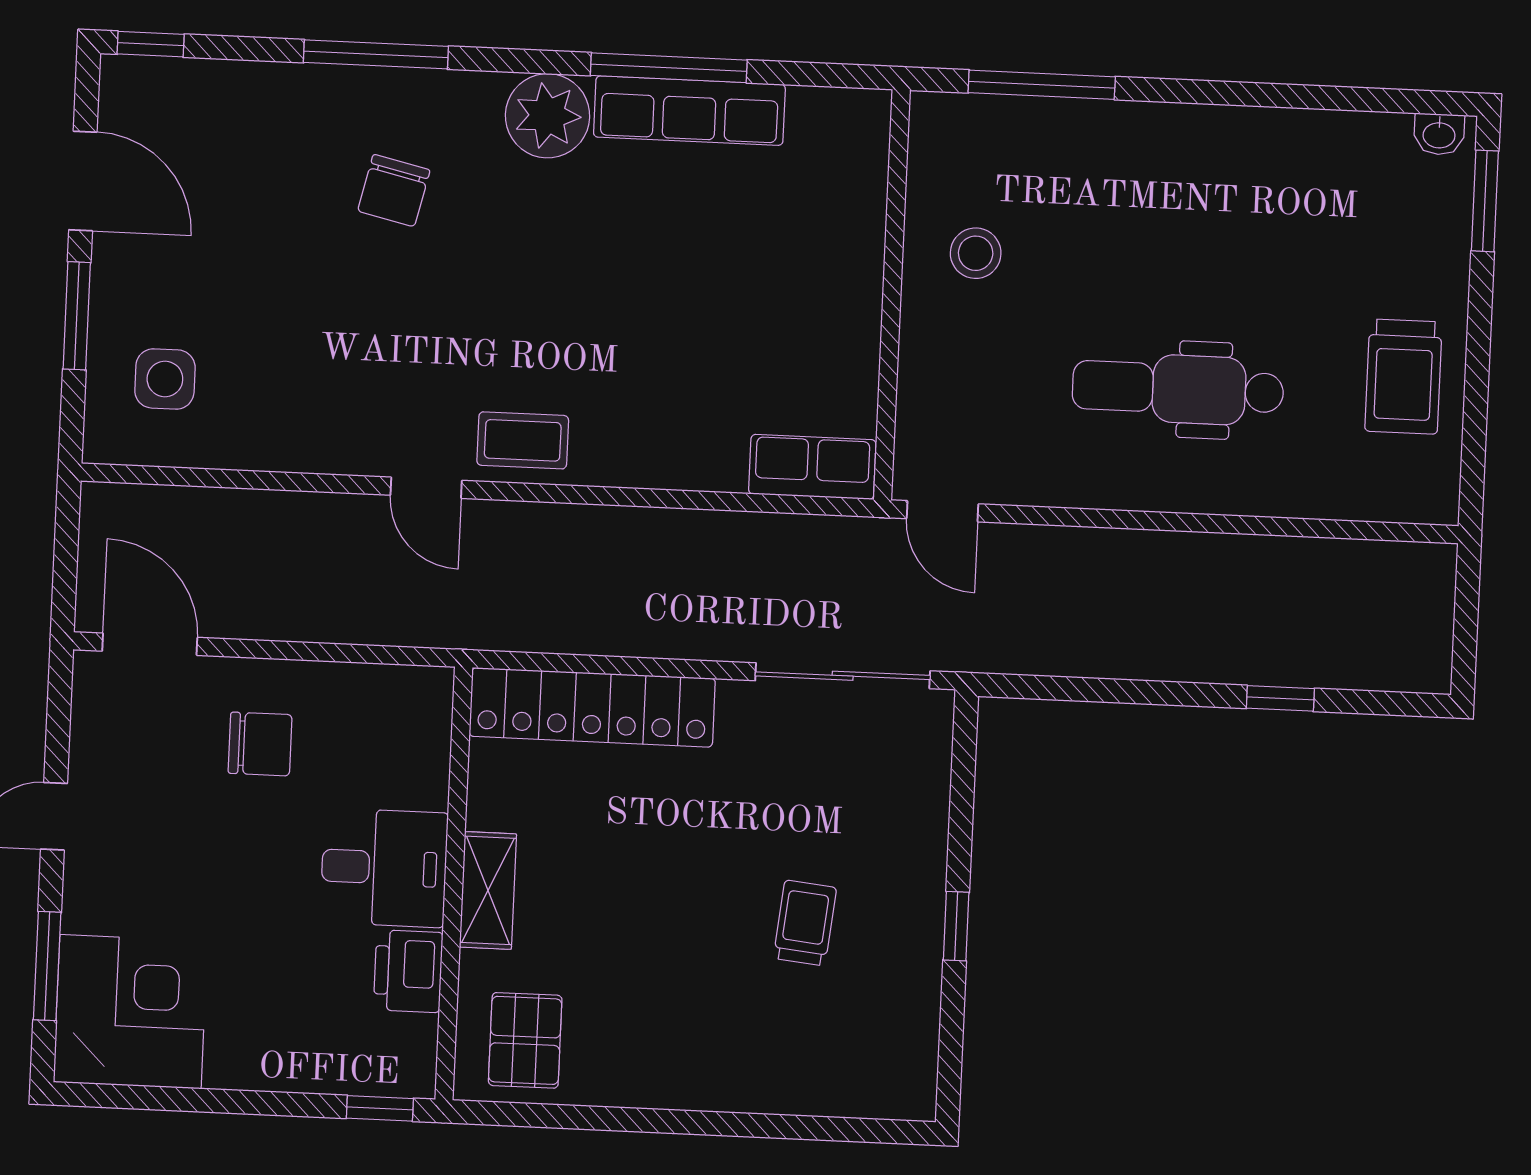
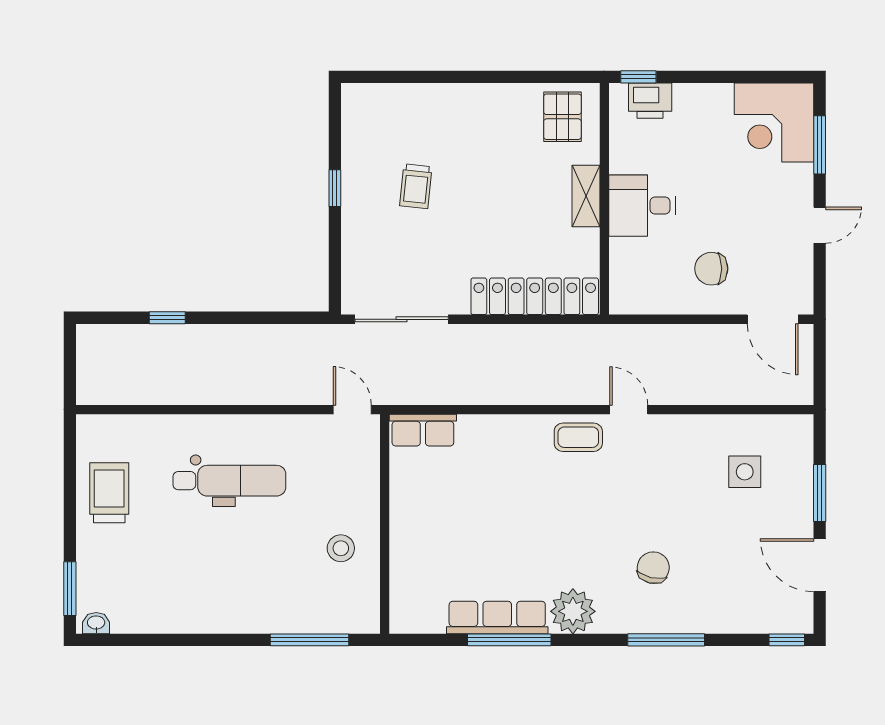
side table: (165, 379) -> (745, 472), moved
printer: (408, 971) -> (650, 101), moved, turned 90

